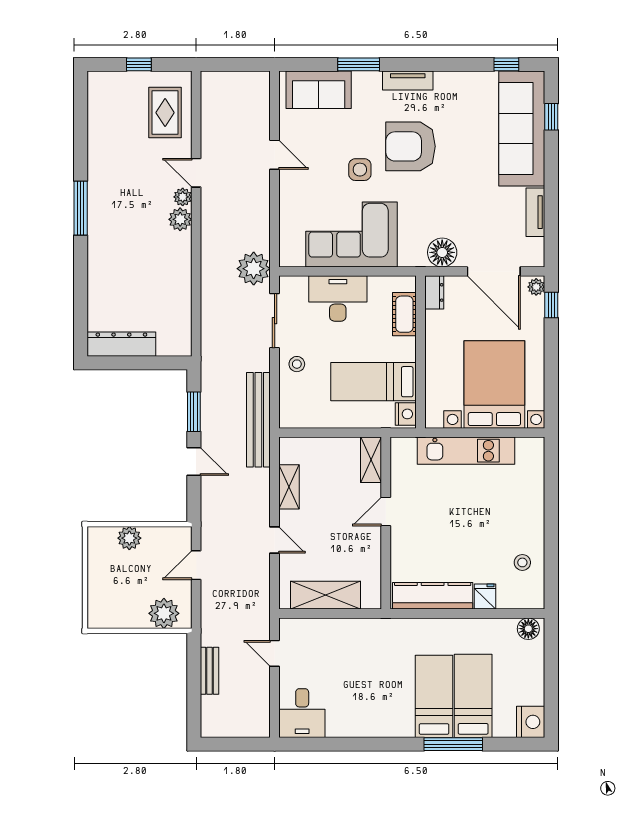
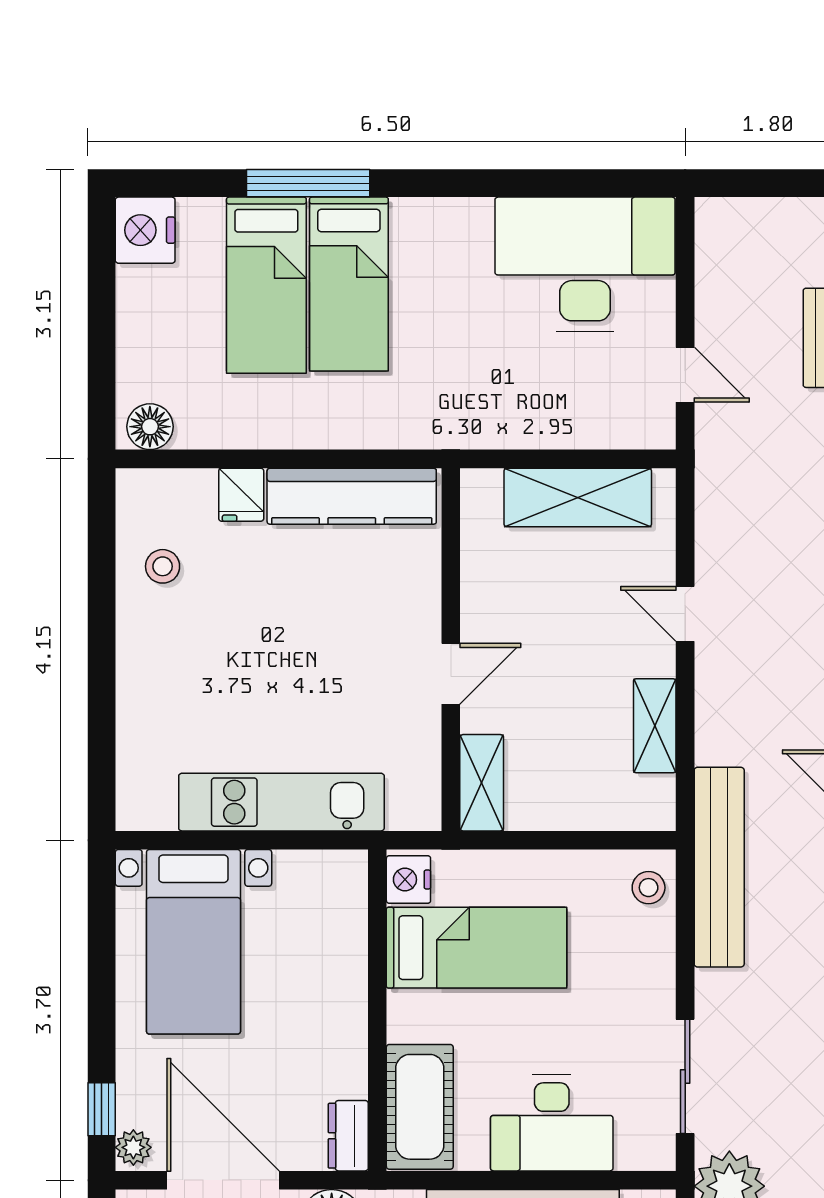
cot: (404, 314) -> (420, 1107), width x1.37, depth x1.34
stool: (297, 364) -> (649, 888), moved
bed with nightstands: (494, 384) -> (193, 942), width x0.73
desk: (302, 713) -> (585, 264), width x1.87, depth x1.30

